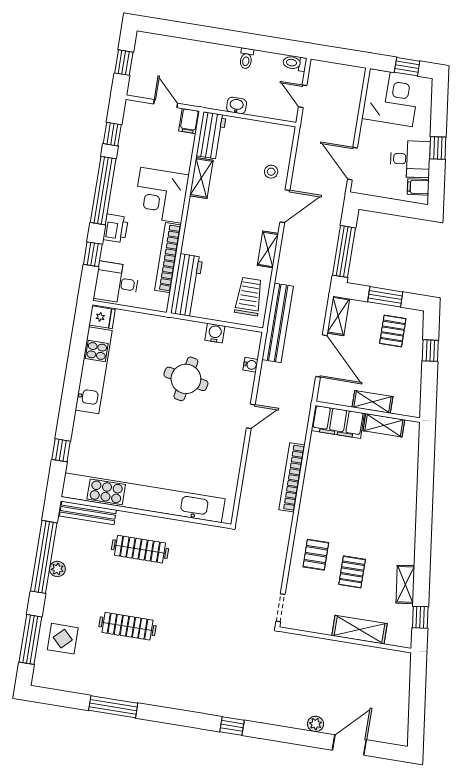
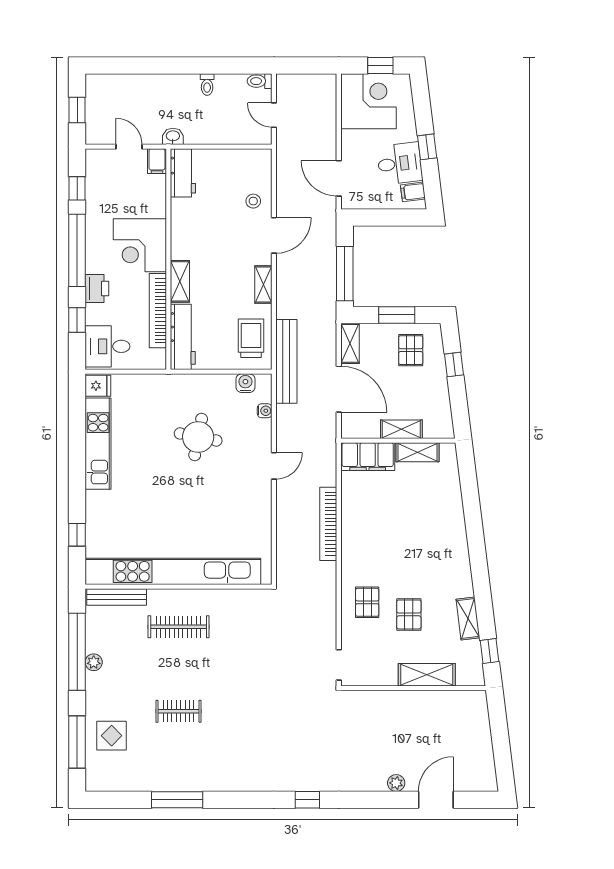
washbasin: (237, 105) -> (173, 136), moved
shelving: (201, 178) -> (180, 281), moved
water cooler: (215, 333) -> (245, 383), moved
clothes rail: (128, 626) -> (179, 711), width x0.73

